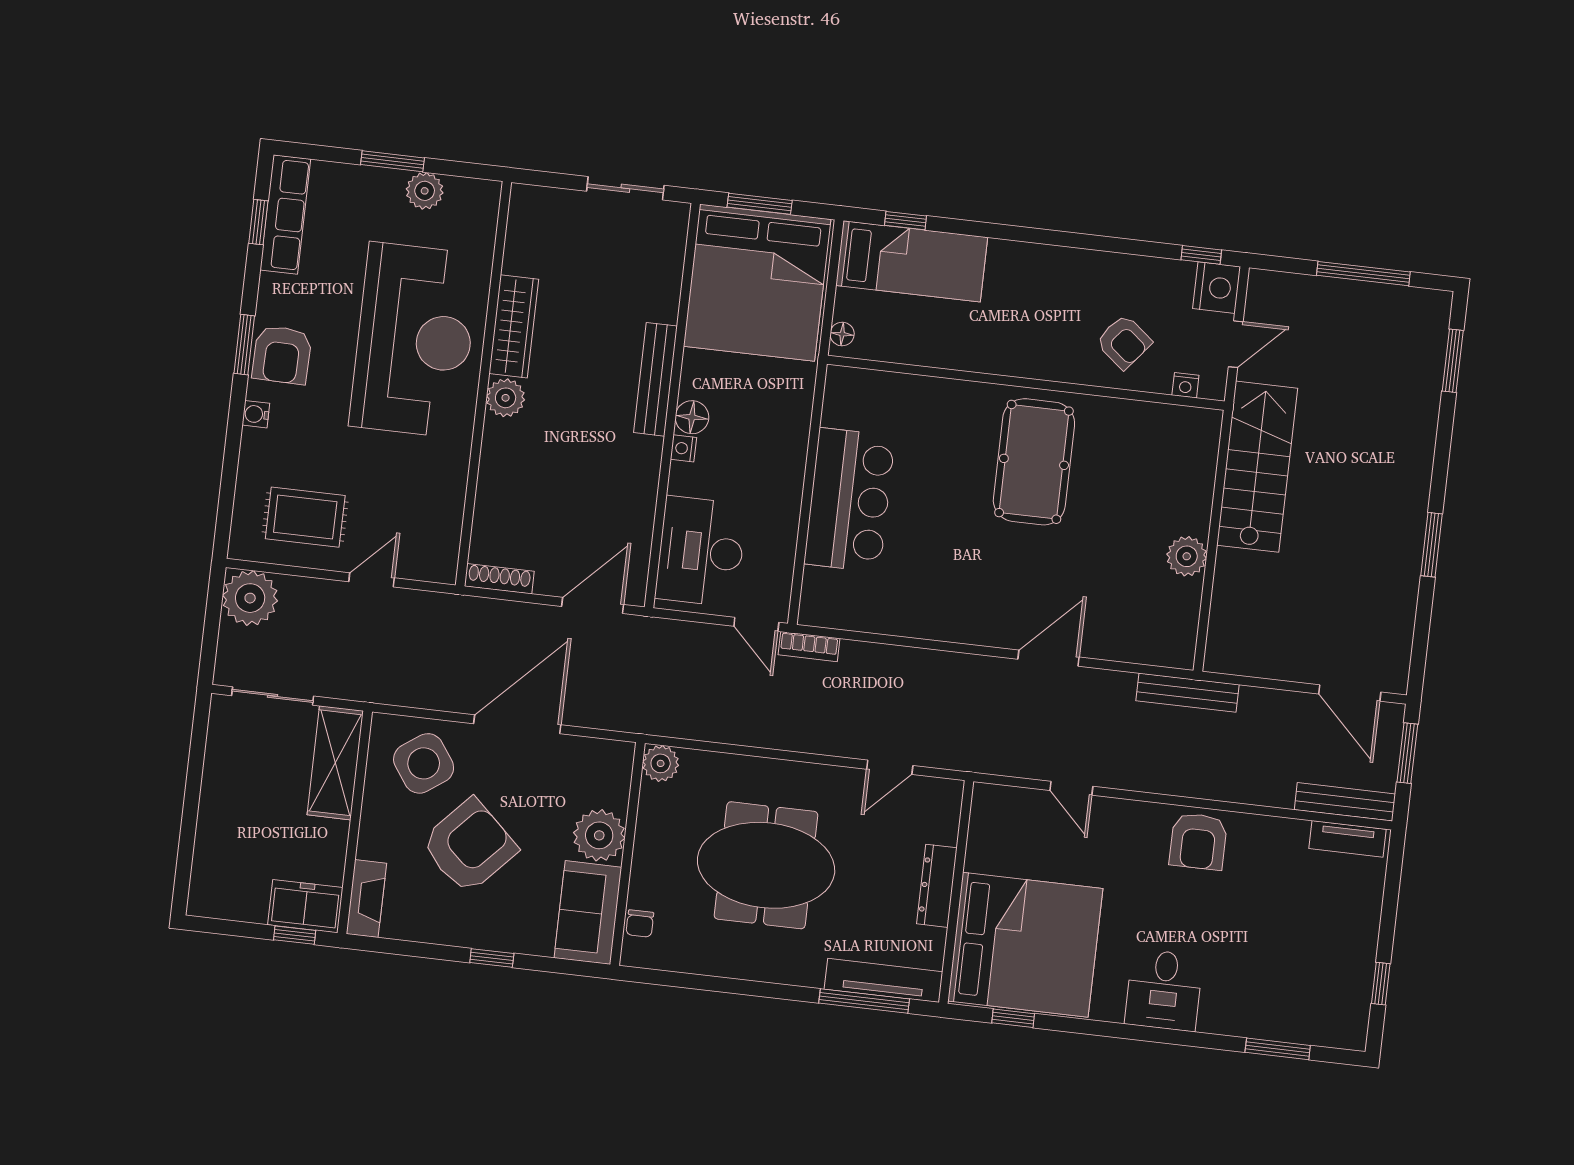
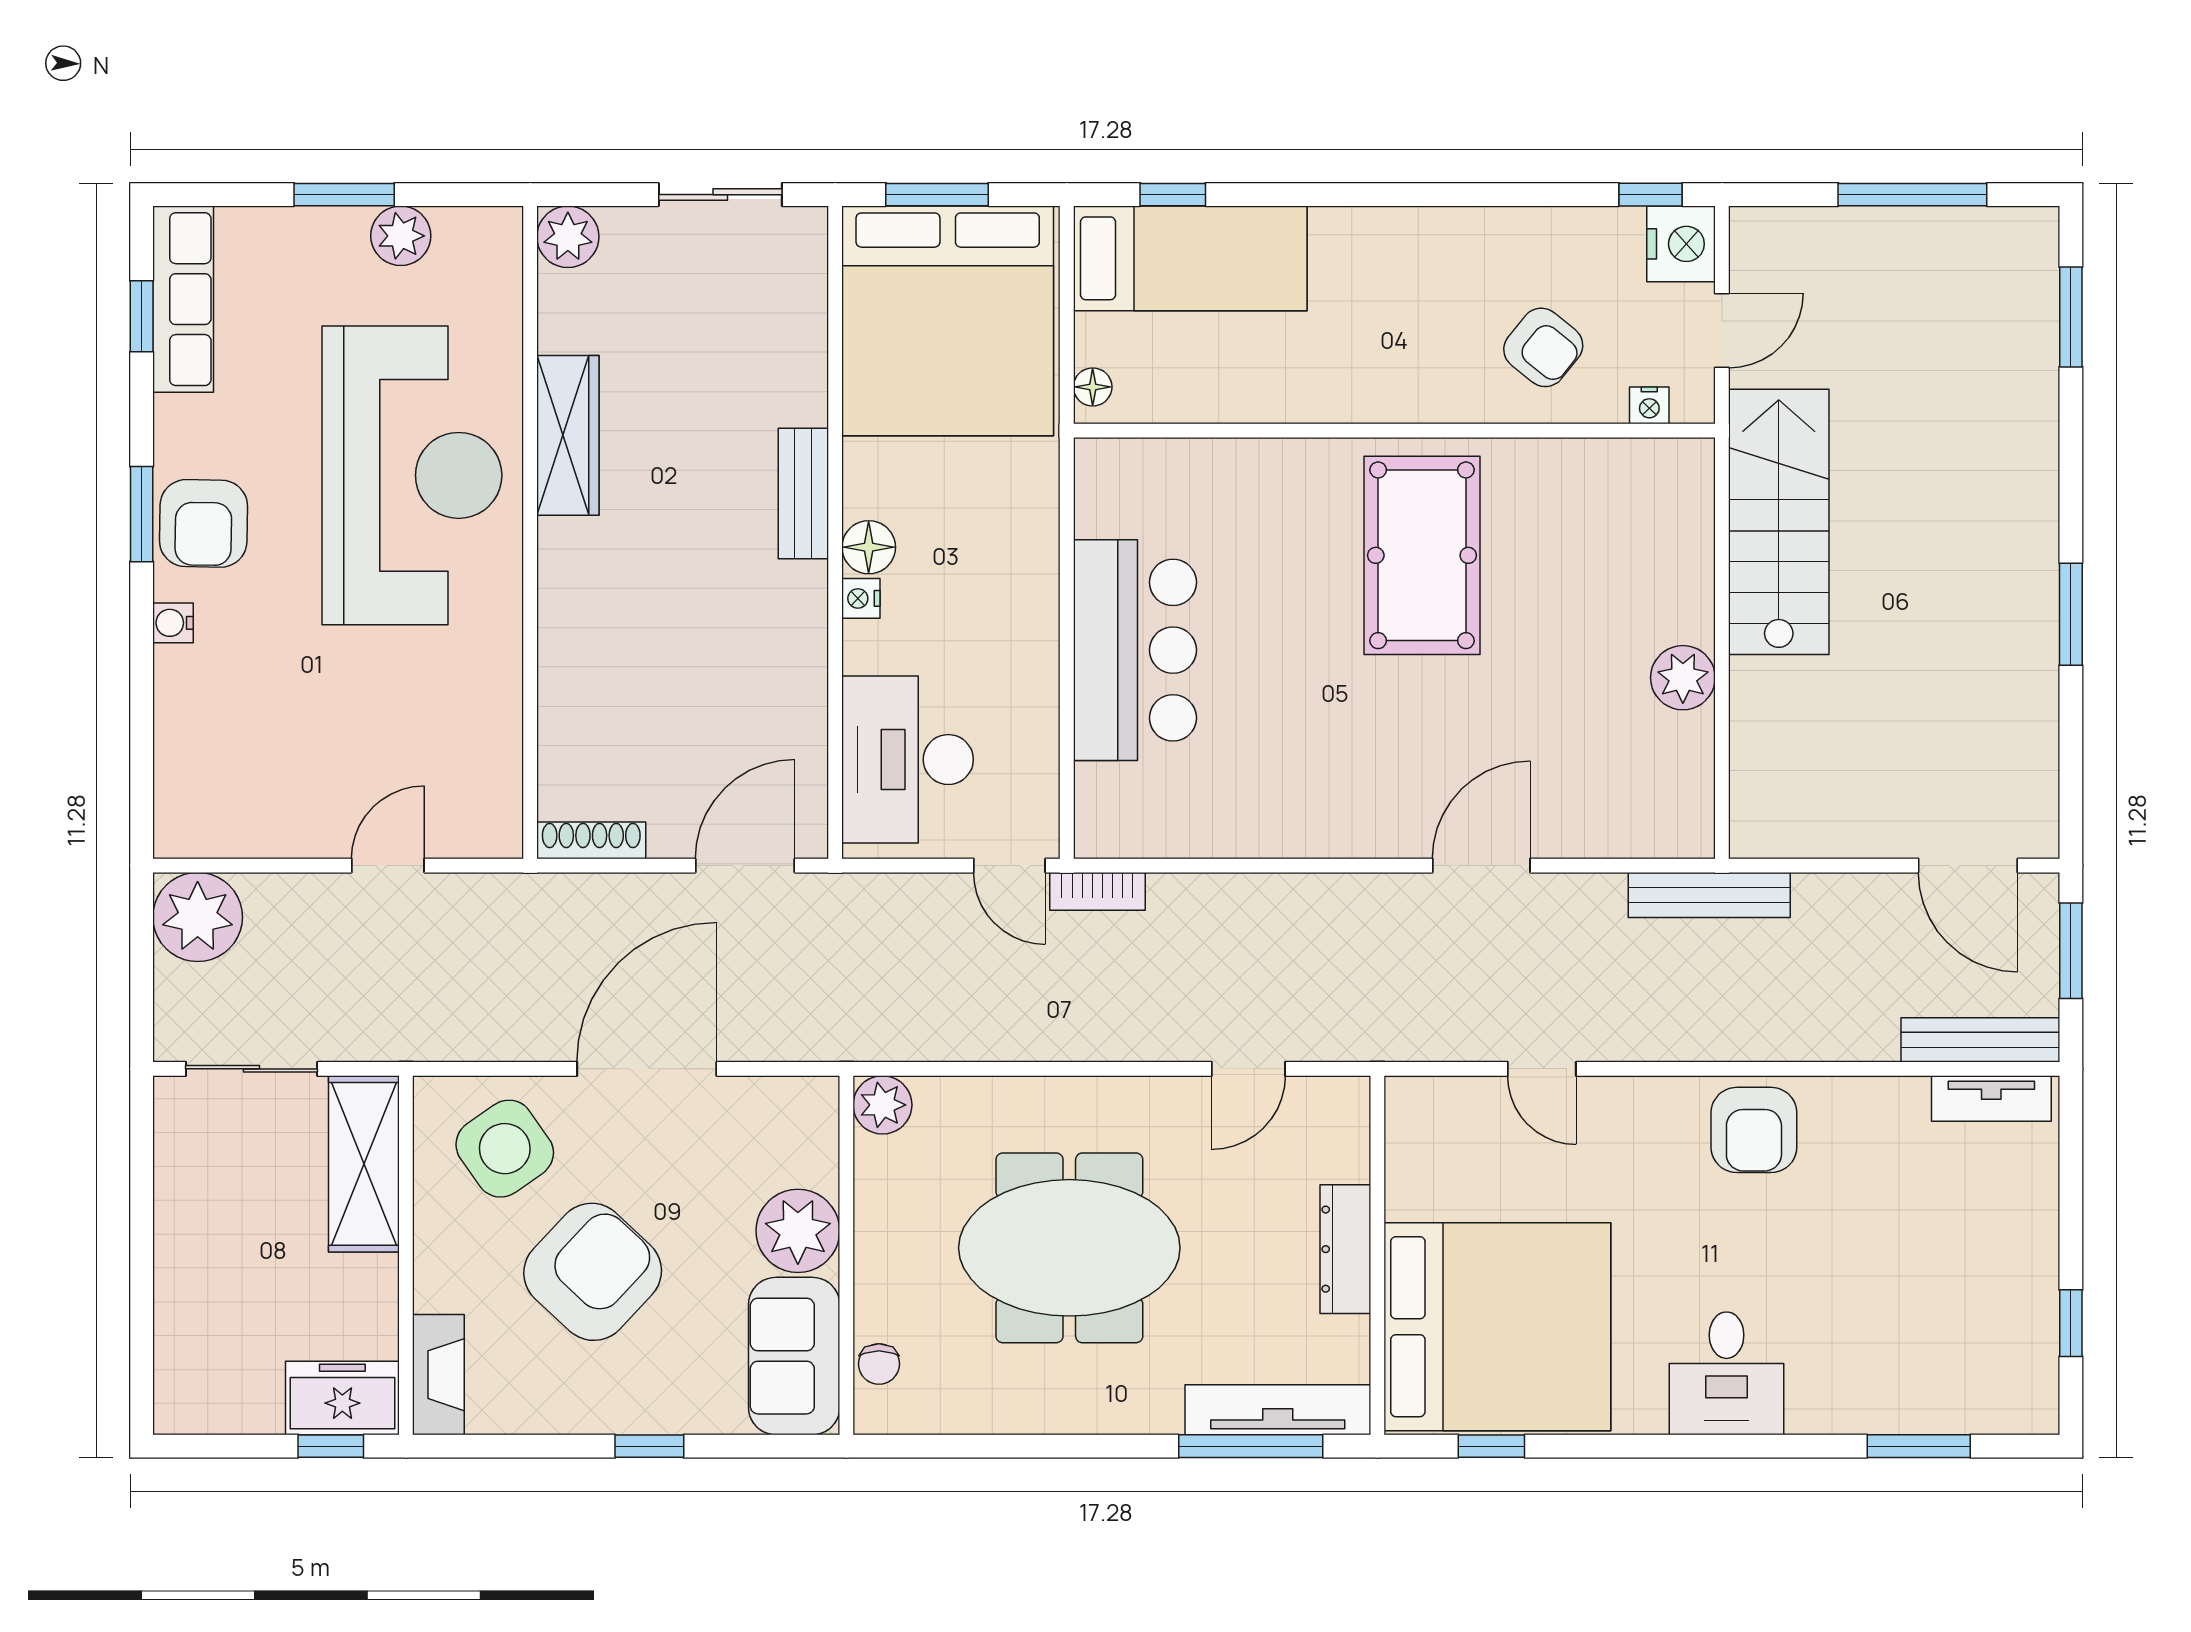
bench: (655, 379) -> (803, 494), width x0.73
plant: (506, 398) -> (568, 237), moved
rug: (305, 517) -> (270, 778), removed

